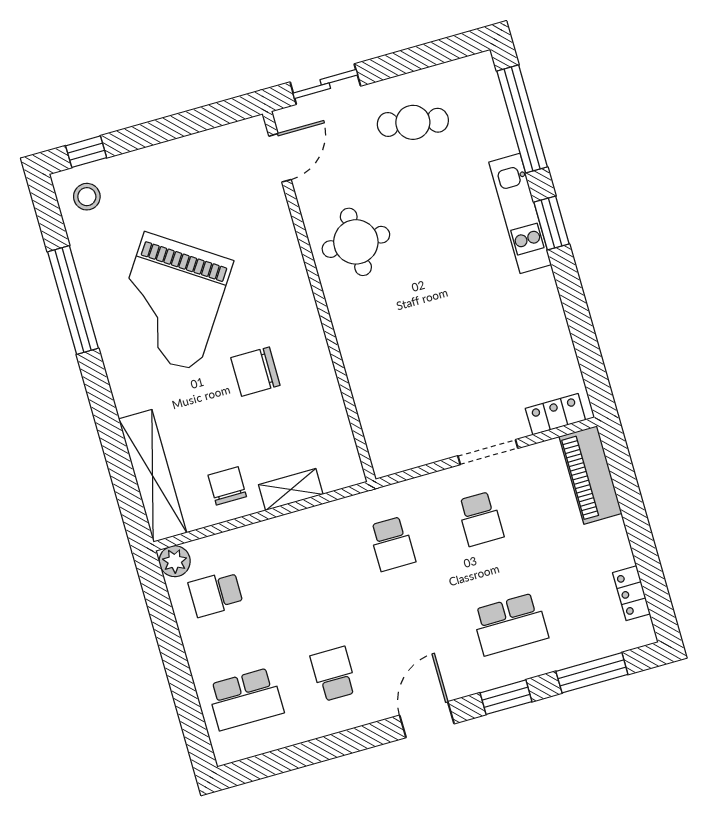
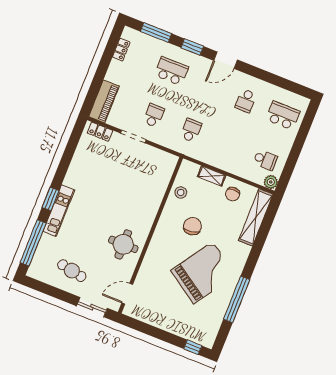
stool: (87, 197) -> (181, 192), moved
chair: (255, 372) -> (192, 226), turned -99

